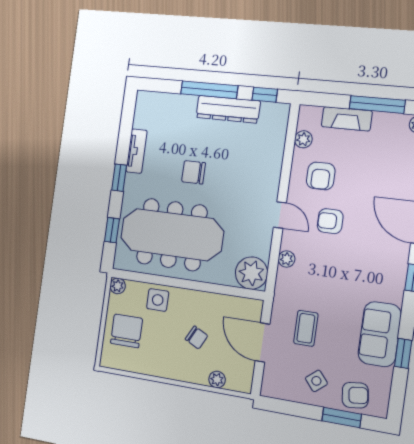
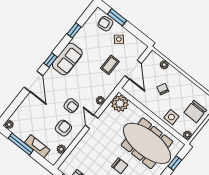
sofa: (380, 334) -> (67, 59), moved

